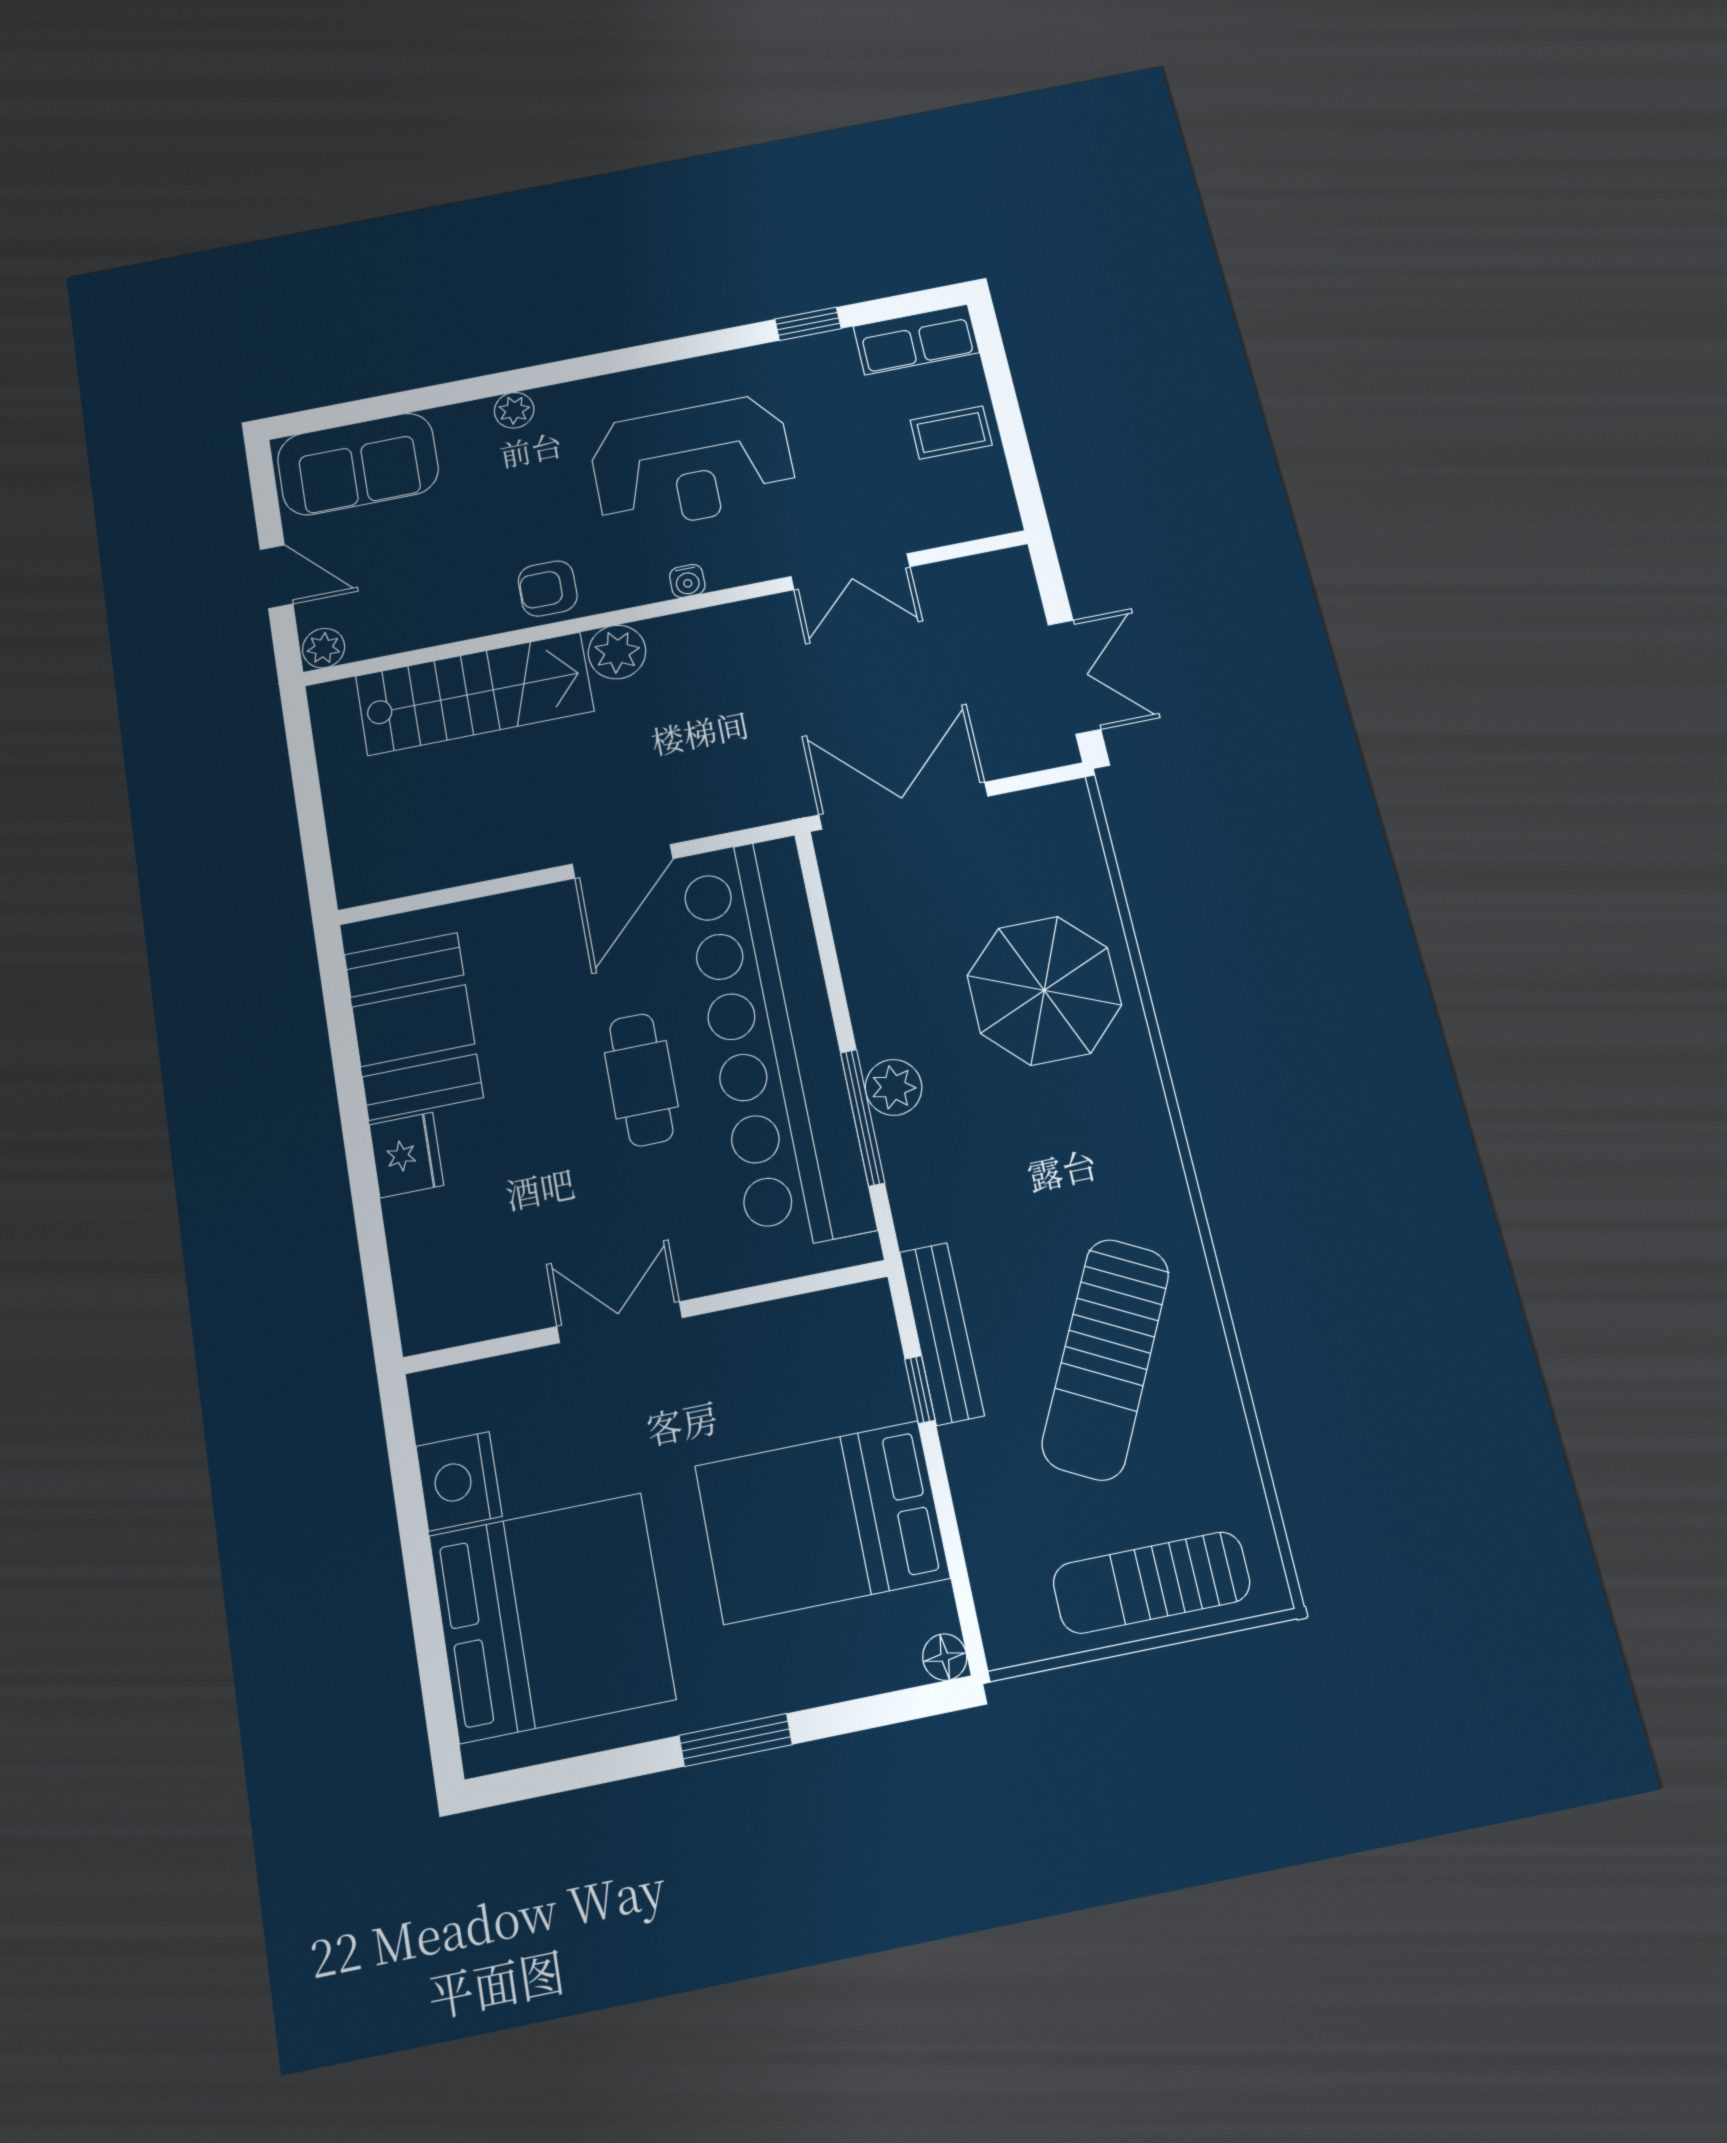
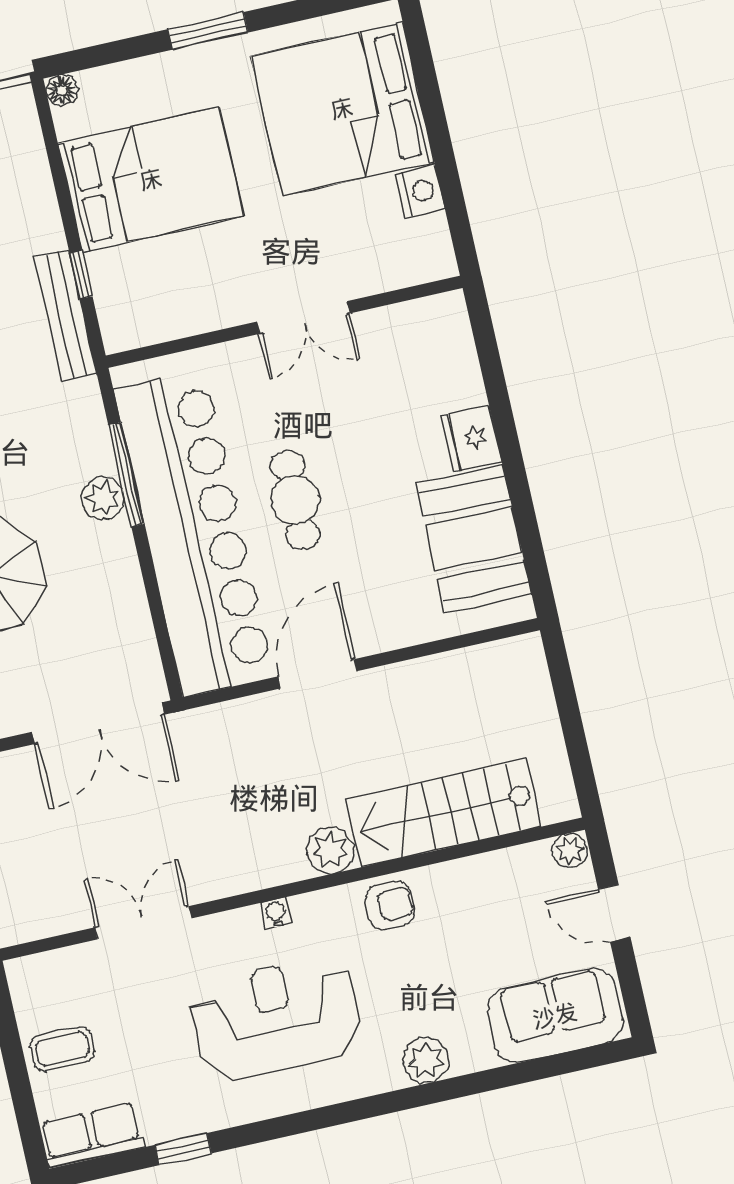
plant: (514, 410) -> (426, 1060), width x1.38, depth x1.38
nightstand: (459, 1481) -> (420, 191), width x0.74, depth x0.75

